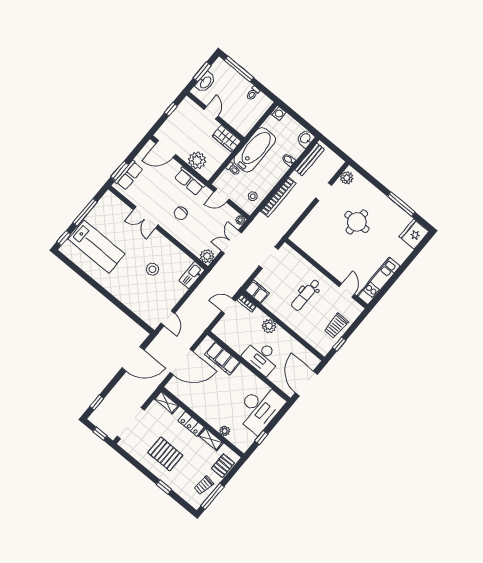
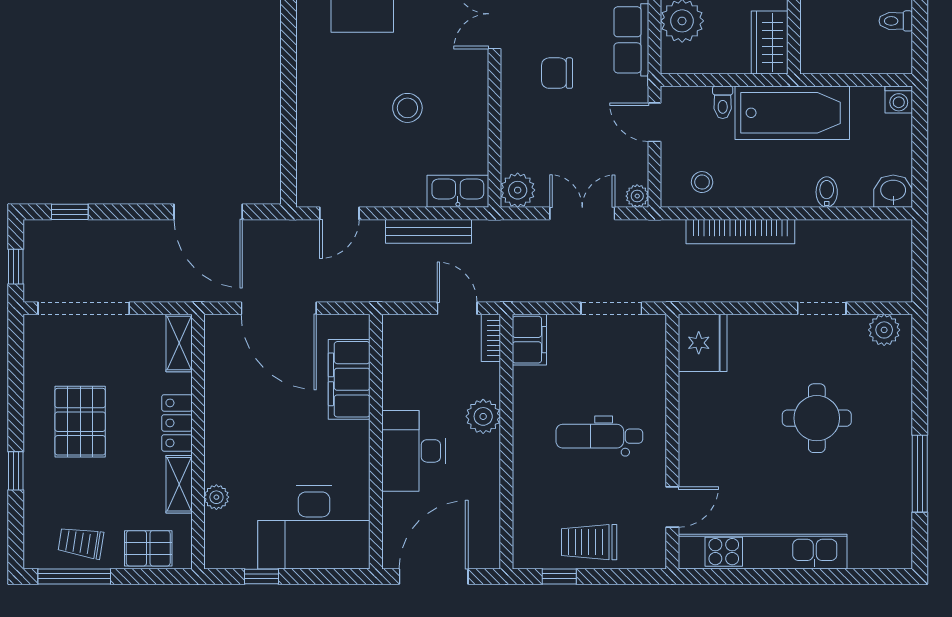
bench: (310, 159) -> (428, 231), moved
fridge: (414, 234) -> (703, 343), moved, turned 90
kitchen unit: (379, 281) -> (763, 552), width x1.36

